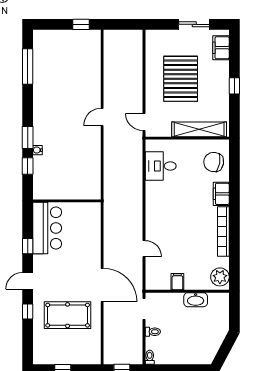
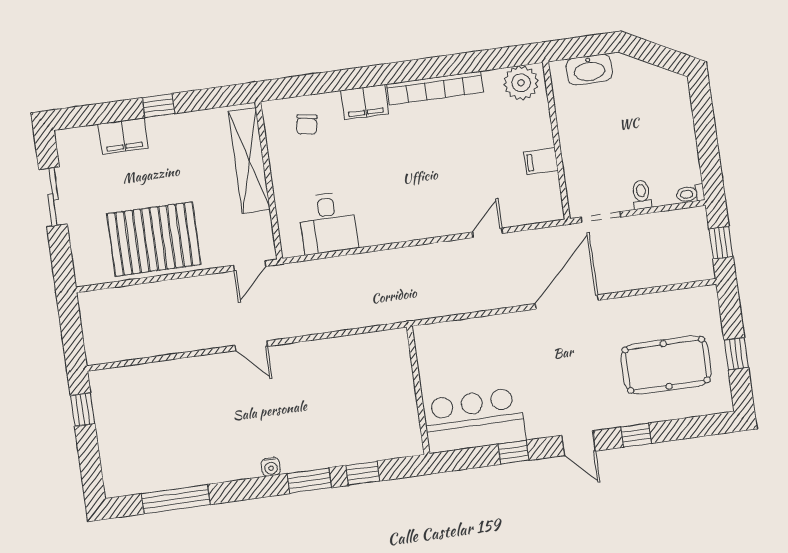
filing cabinet: (221, 48) -> (123, 136), moved
pallet: (181, 79) -> (154, 239), moved
water cooler: (37, 150) -> (271, 467), moved
chair: (214, 162) -> (307, 124), width x0.54, depth x0.54
washbasin: (196, 300) -> (589, 70), moved, turned 90
pool table: (68, 315) -> (666, 365), moved, turned 90

